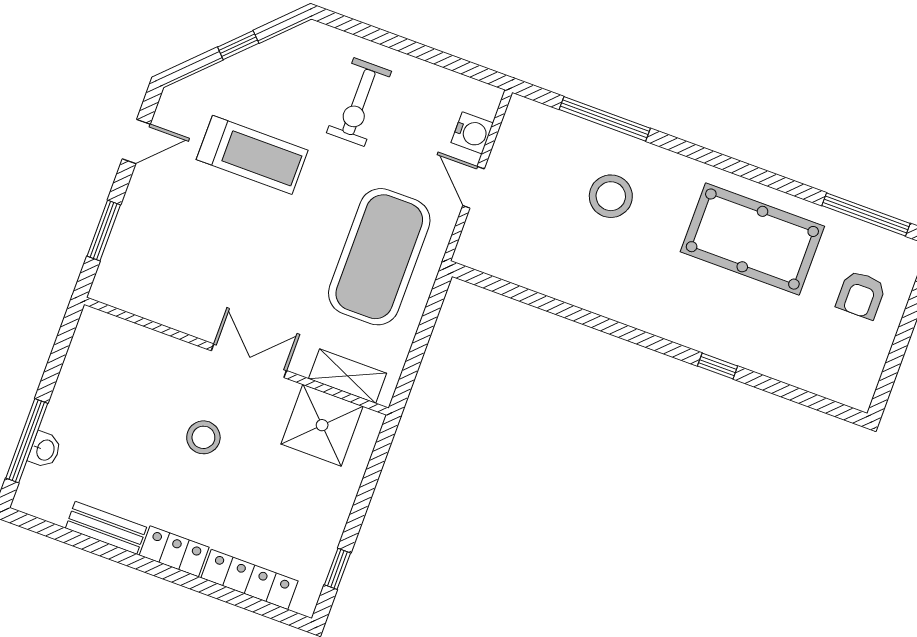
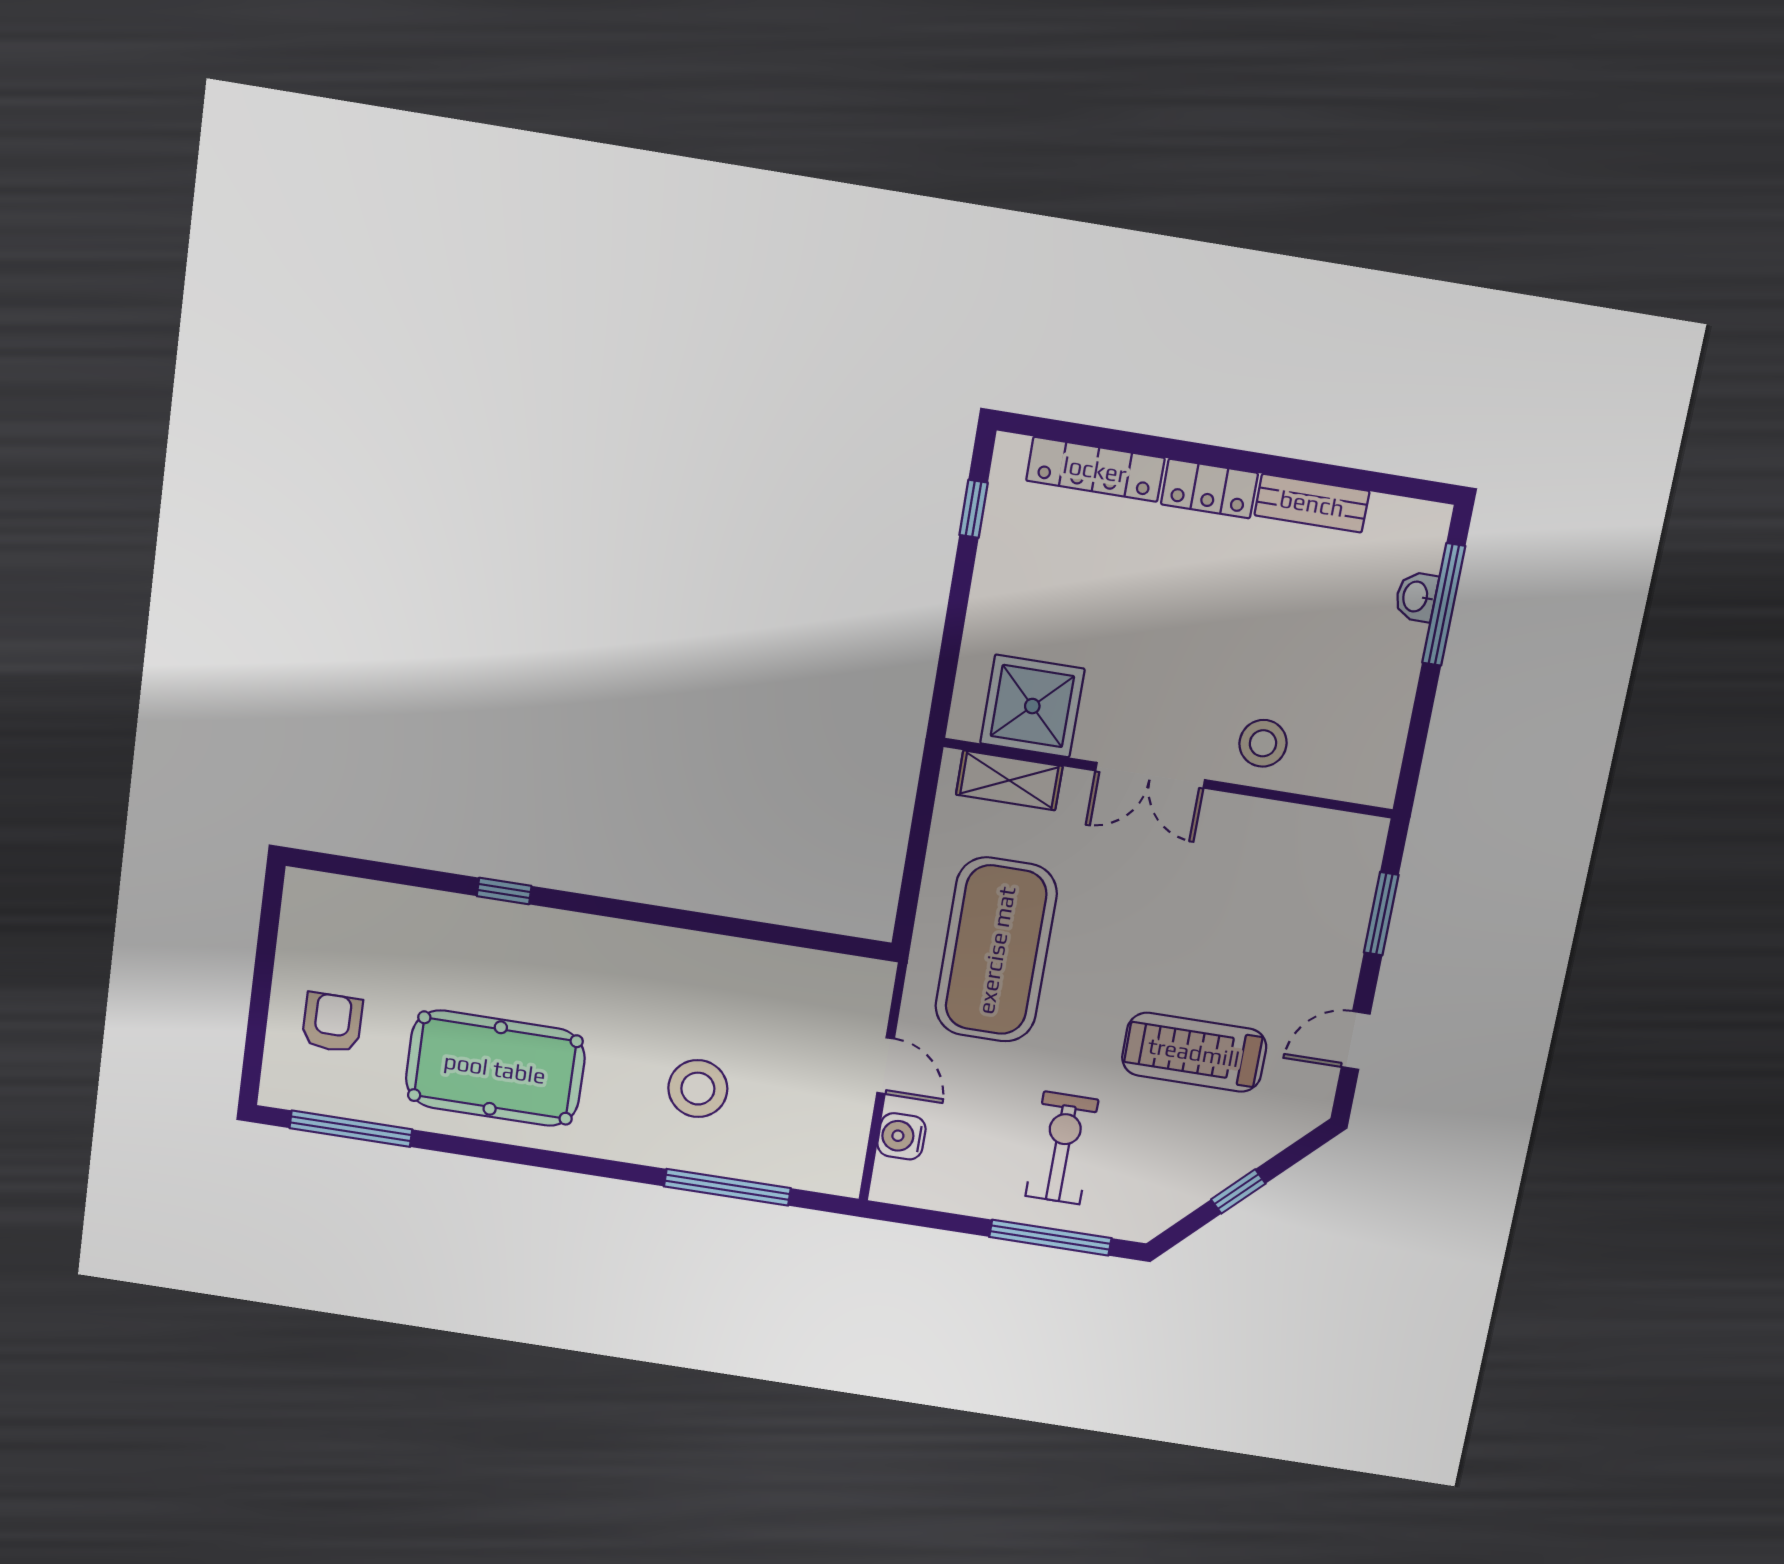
window: (379, 36) -> (1050, 1238), added
stool: (203, 437) -> (1263, 743), moved

